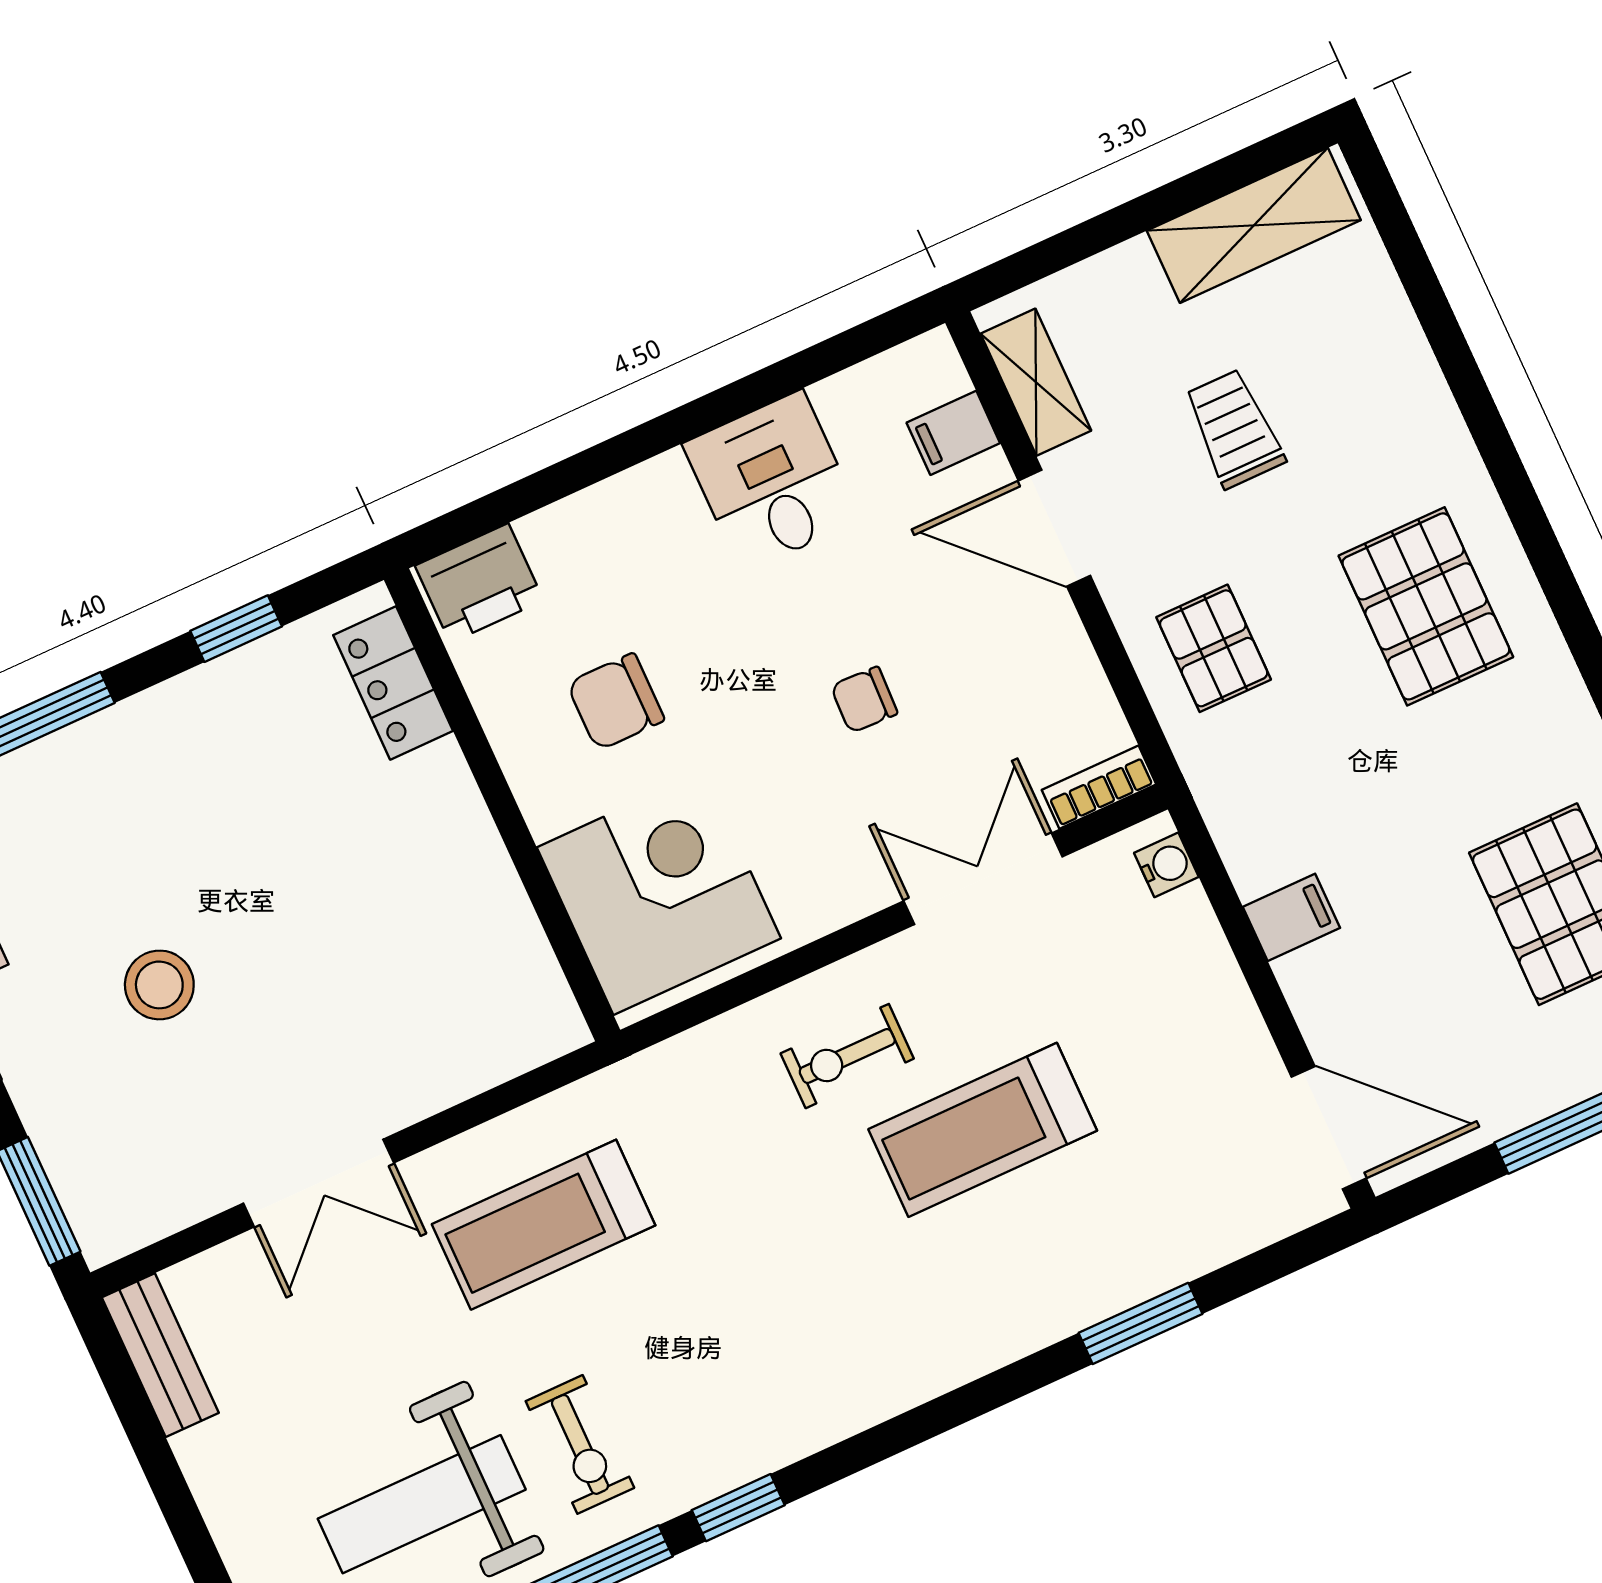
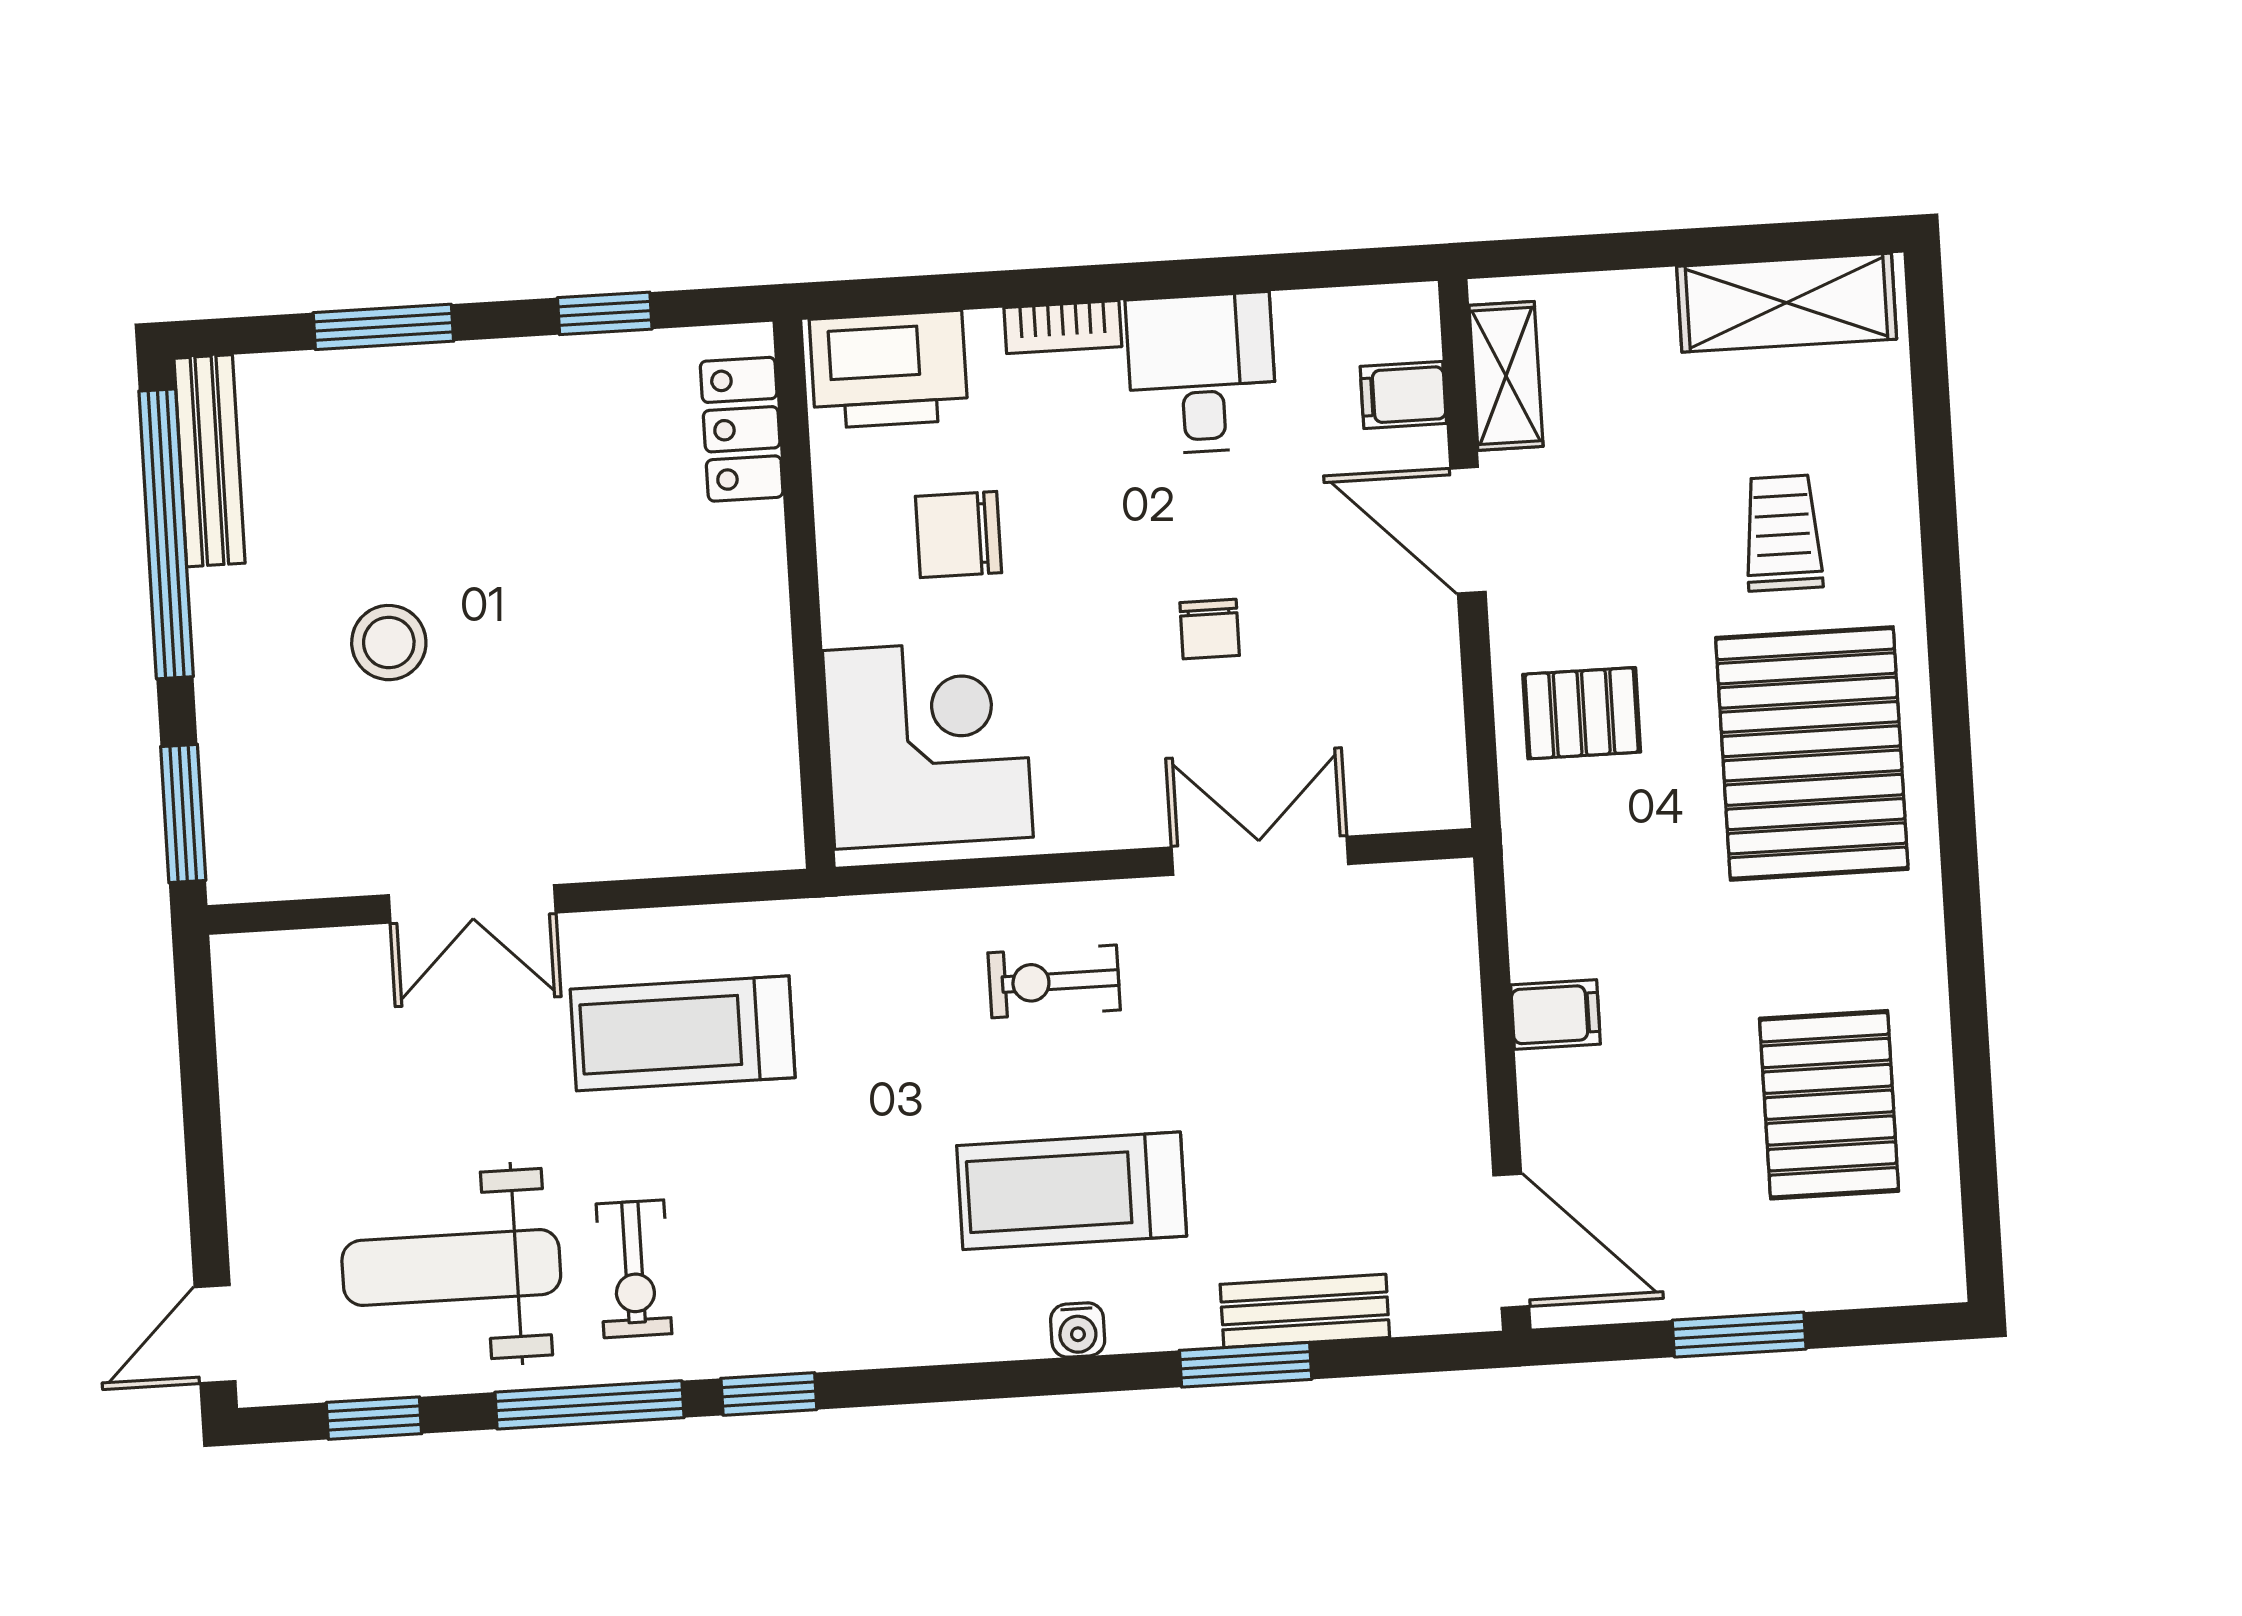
trolley: (1234, 429) -> (1783, 533), moved
printer: (479, 583) -> (889, 370), width x1.37, depth x1.19
pallet: (1426, 606) -> (1812, 753), width x1.37, depth x1.41
pallet: (1214, 648) -> (1582, 713), turned 90
chair: (864, 700) -> (1210, 629), turned -92
bookcase: (1099, 787) -> (1063, 327), moved, turned 180
water cooler: (1166, 865) -> (1078, 1330), moved, turned 90
treadmill: (983, 1130) -> (1072, 1191), moved
bench: (160, 1355) -> (1305, 1311), moved, turned 90

